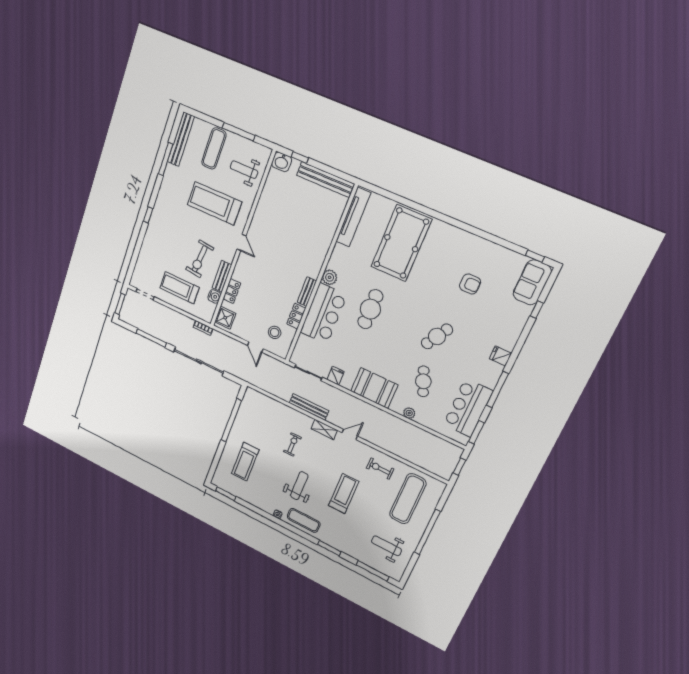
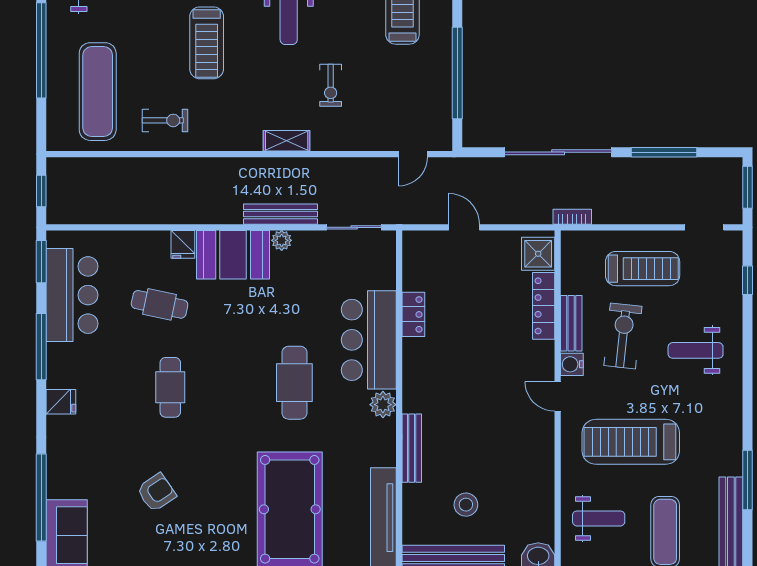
treadmill: (214, 203) -> (631, 442), turned 180
window: (148, 215) -> (747, 280), moved
weight bench: (168, 236) -> (696, 350), added
armchair: (470, 284) -> (156, 492), turned 146
locker: (232, 291) -> (544, 306), width x1.53
bench: (307, 292) -> (412, 448), moved, width x1.36
water cooler: (214, 296) -> (572, 364), moved
window: (537, 309) -> (41, 498), width x3.17
stool: (275, 332) -> (466, 505), moved
cafe table: (437, 336) -> (170, 387), turned -30
fridge: (336, 376) -> (183, 244), moved
cafe table: (423, 381) -> (160, 304), turned -56
bench: (309, 407) -> (281, 214), moved
plant: (409, 413) -> (282, 240), moved
door: (350, 434) -> (413, 154), moved

